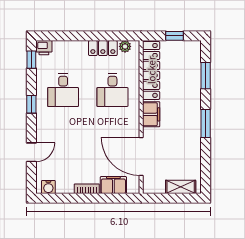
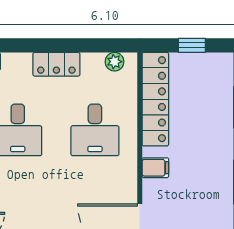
locker: (103, 48) -> (56, 64), moved
filing cabinet: (151, 114) -> (155, 168), width x0.50

